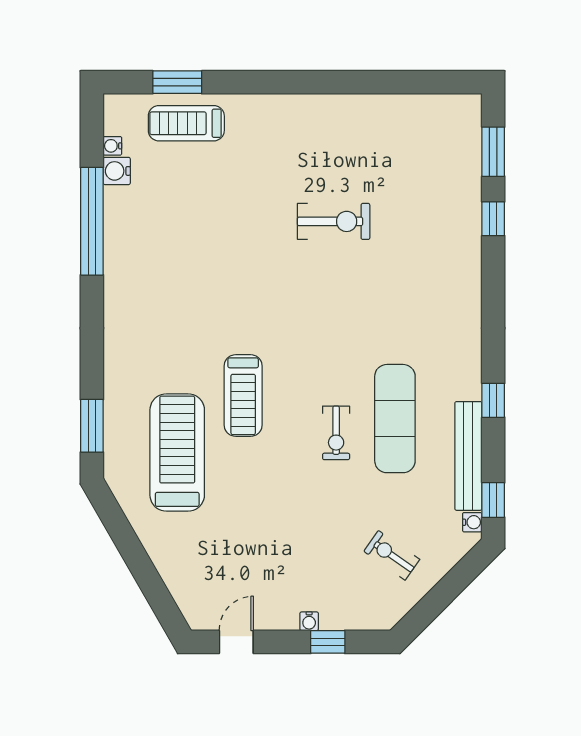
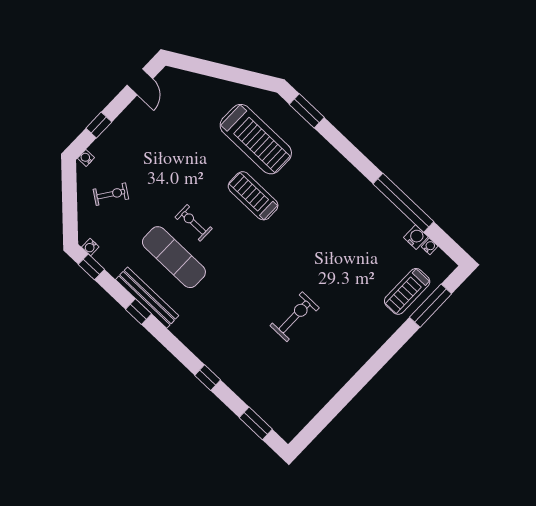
window: (177, 82) -> (431, 306), width x1.44
treadmill: (186, 123) -> (407, 291), turned 180
window: (493, 219) -> (208, 378), moved
exercise bike: (334, 221) -> (295, 317), turned 180
bench: (468, 456) -> (147, 298), moved
water cooler: (309, 621) -> (86, 158), moved

